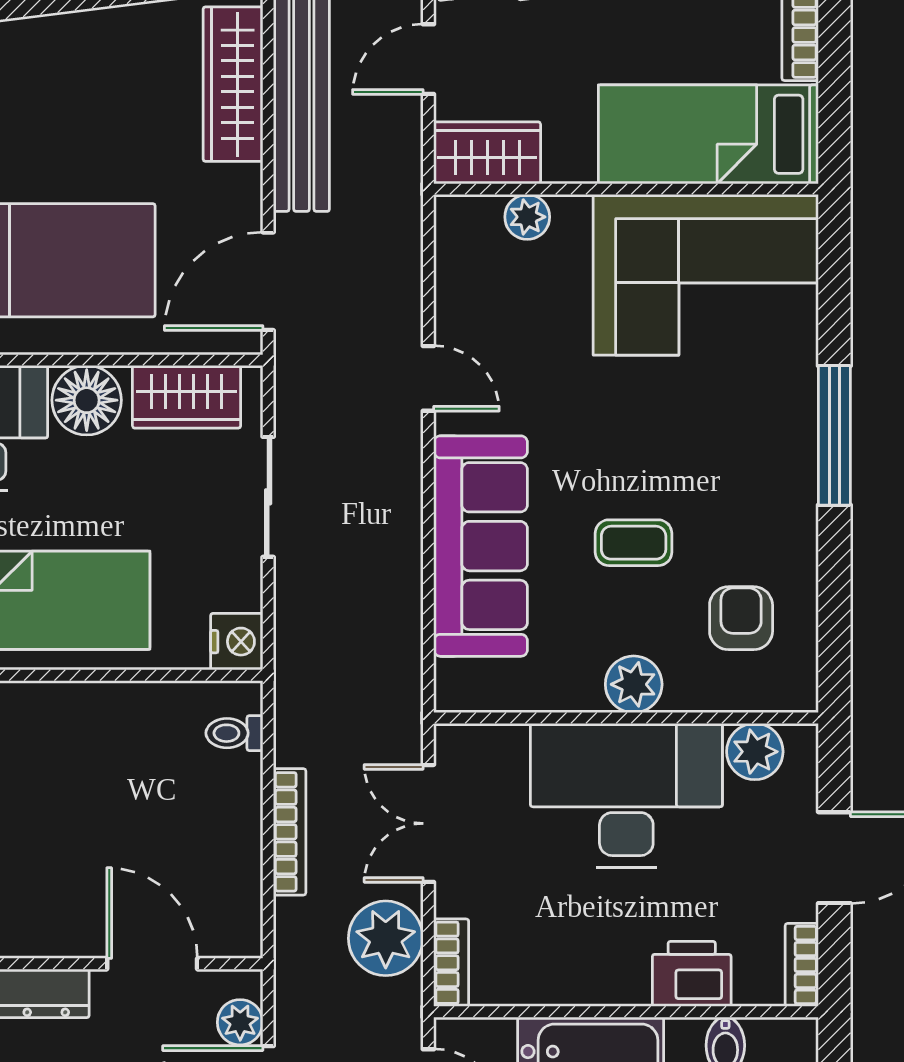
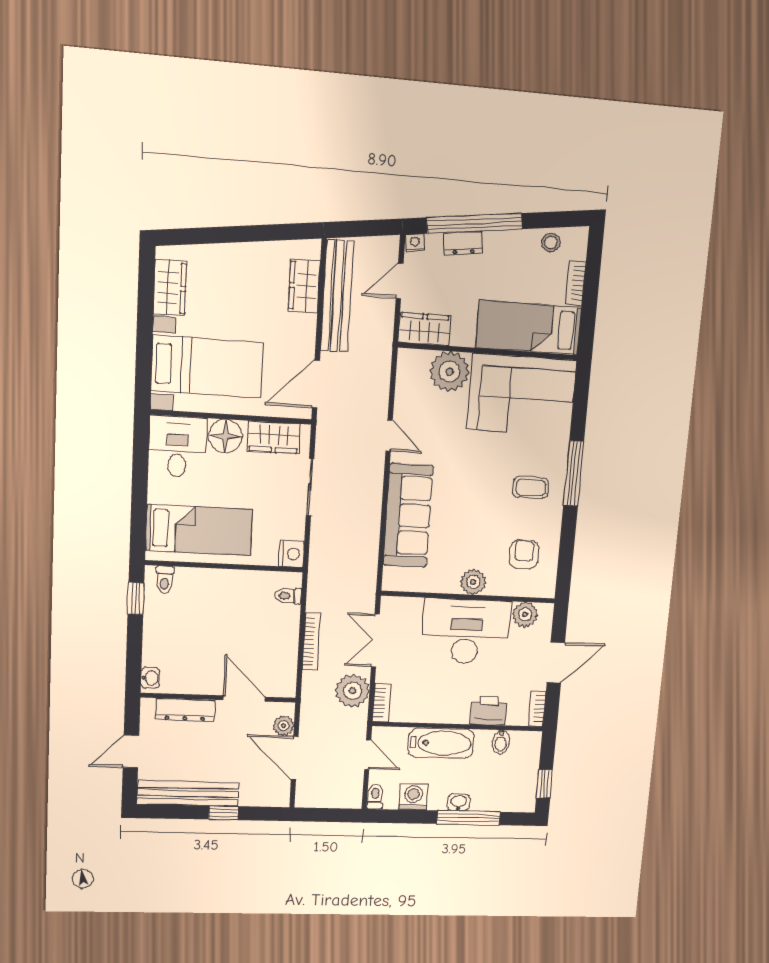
wardrobe: (233, 84) -> (304, 286), width x0.67
plant: (527, 217) -> (450, 372), width x1.88, depth x1.88
coffee table: (634, 543) -> (531, 488), moved

